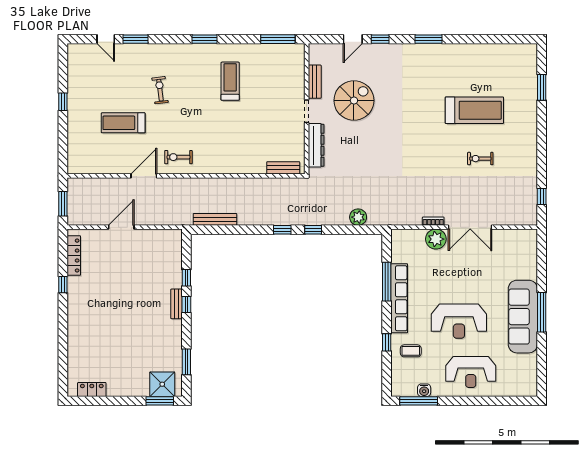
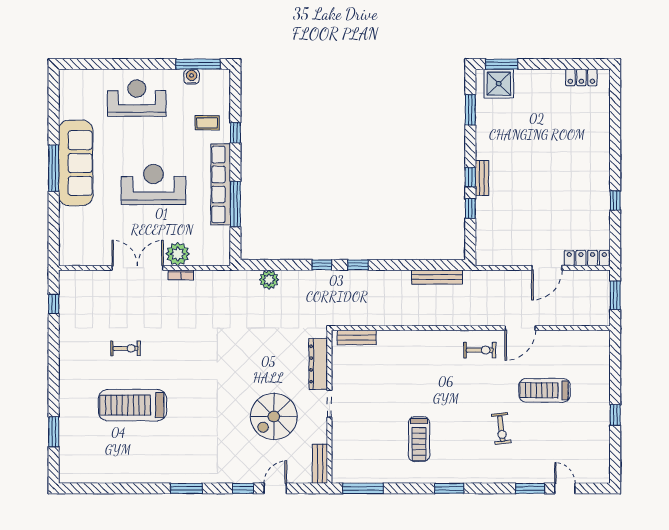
bench: (315, 82) -> (320, 464), moved
treadmill: (123, 123) -> (545, 390), turned 180
locker: (74, 256) -> (587, 258), moved, turned 90
reception desk: (459, 321) -> (153, 185), moved

